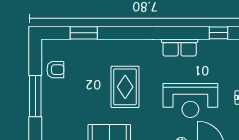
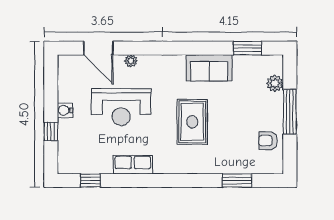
reception desk: (190, 100) -> (121, 107), turned 180
plant: (49, 122) -> (275, 83), added

